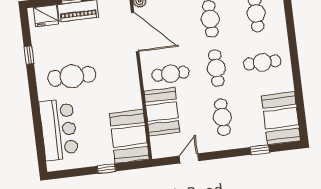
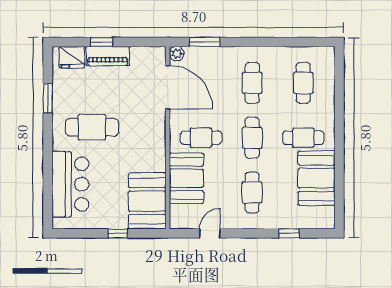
window: (29, 55) -> (48, 98), width x1.50
booth: (281, 118) -> (317, 178), moved

